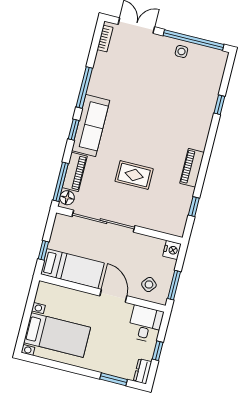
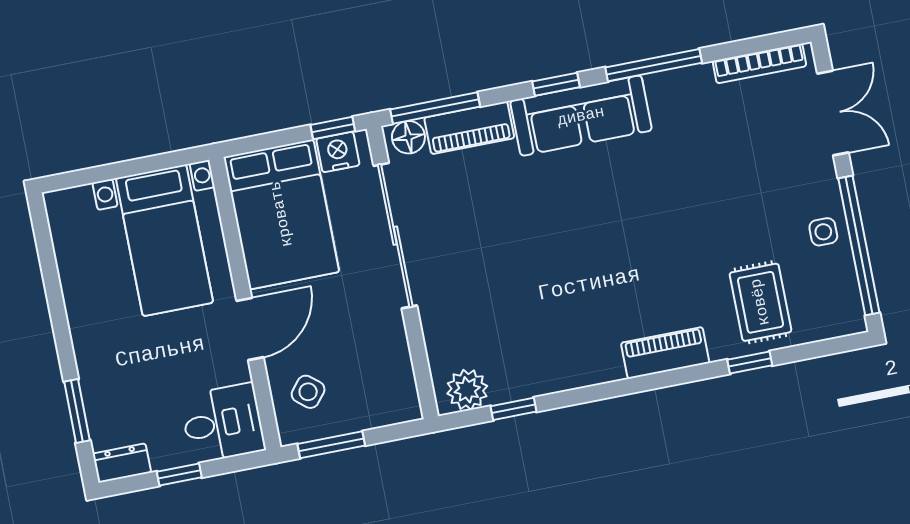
bookcase: (105, 38) -> (760, 64), width x1.56
piano: (192, 168) -> (665, 353), moved
rug: (134, 175) -> (760, 302), moved
plant: (178, 221) -> (467, 390), added
window: (43, 250) -> (333, 128), moved
nightstand: (172, 250) -> (338, 152), moved, turned 180
bed: (72, 269) -> (281, 214), width x1.50
bed with nightstands: (57, 335) -> (164, 240), moved

